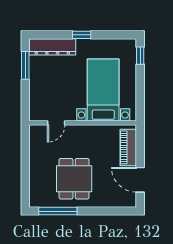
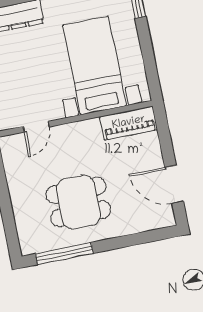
piano: (128, 147) -> (129, 123), moved, turned -90
dining table: (74, 179) -> (78, 202), turned 90

